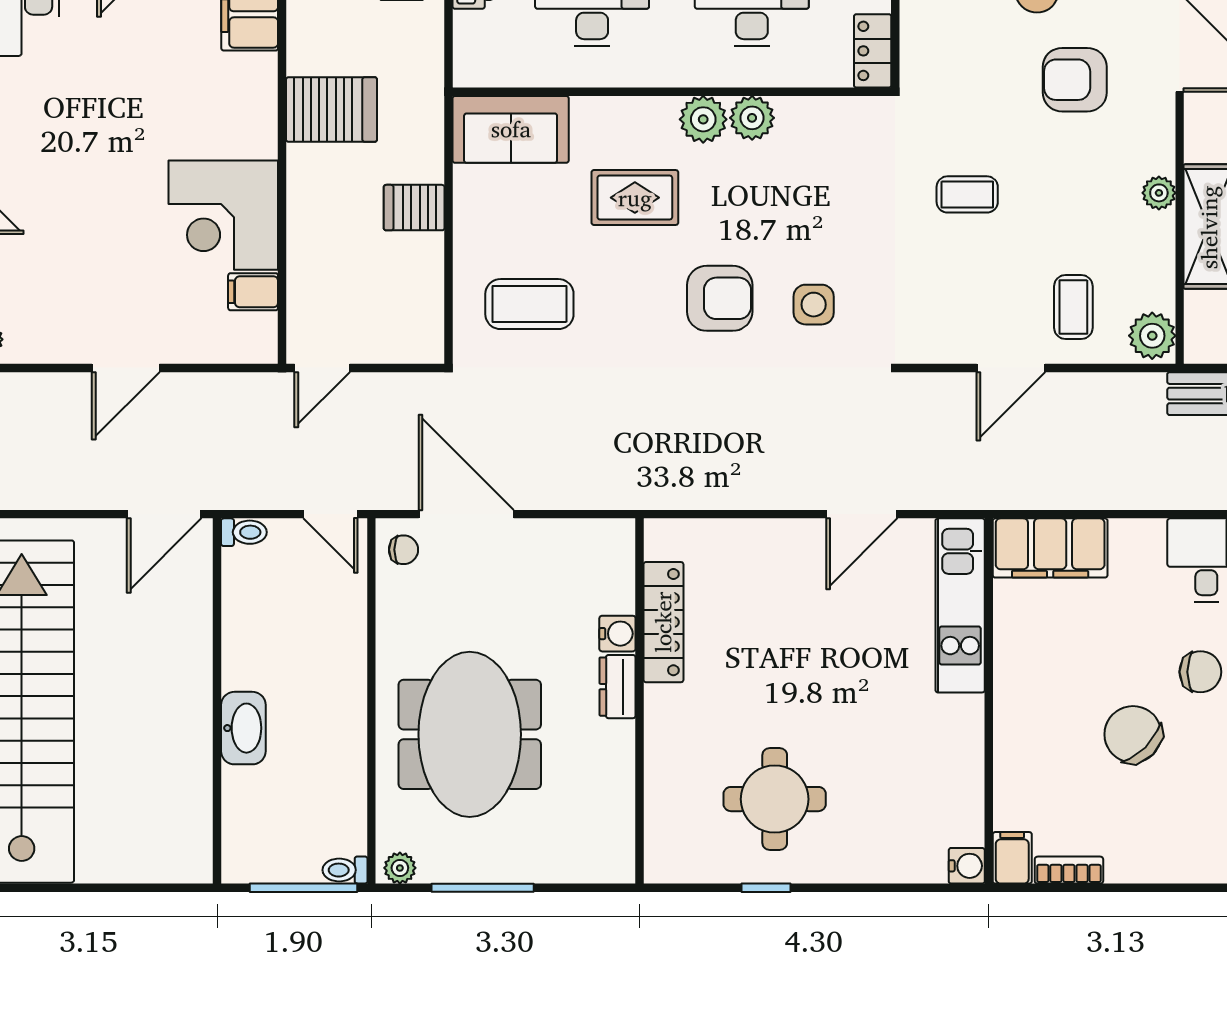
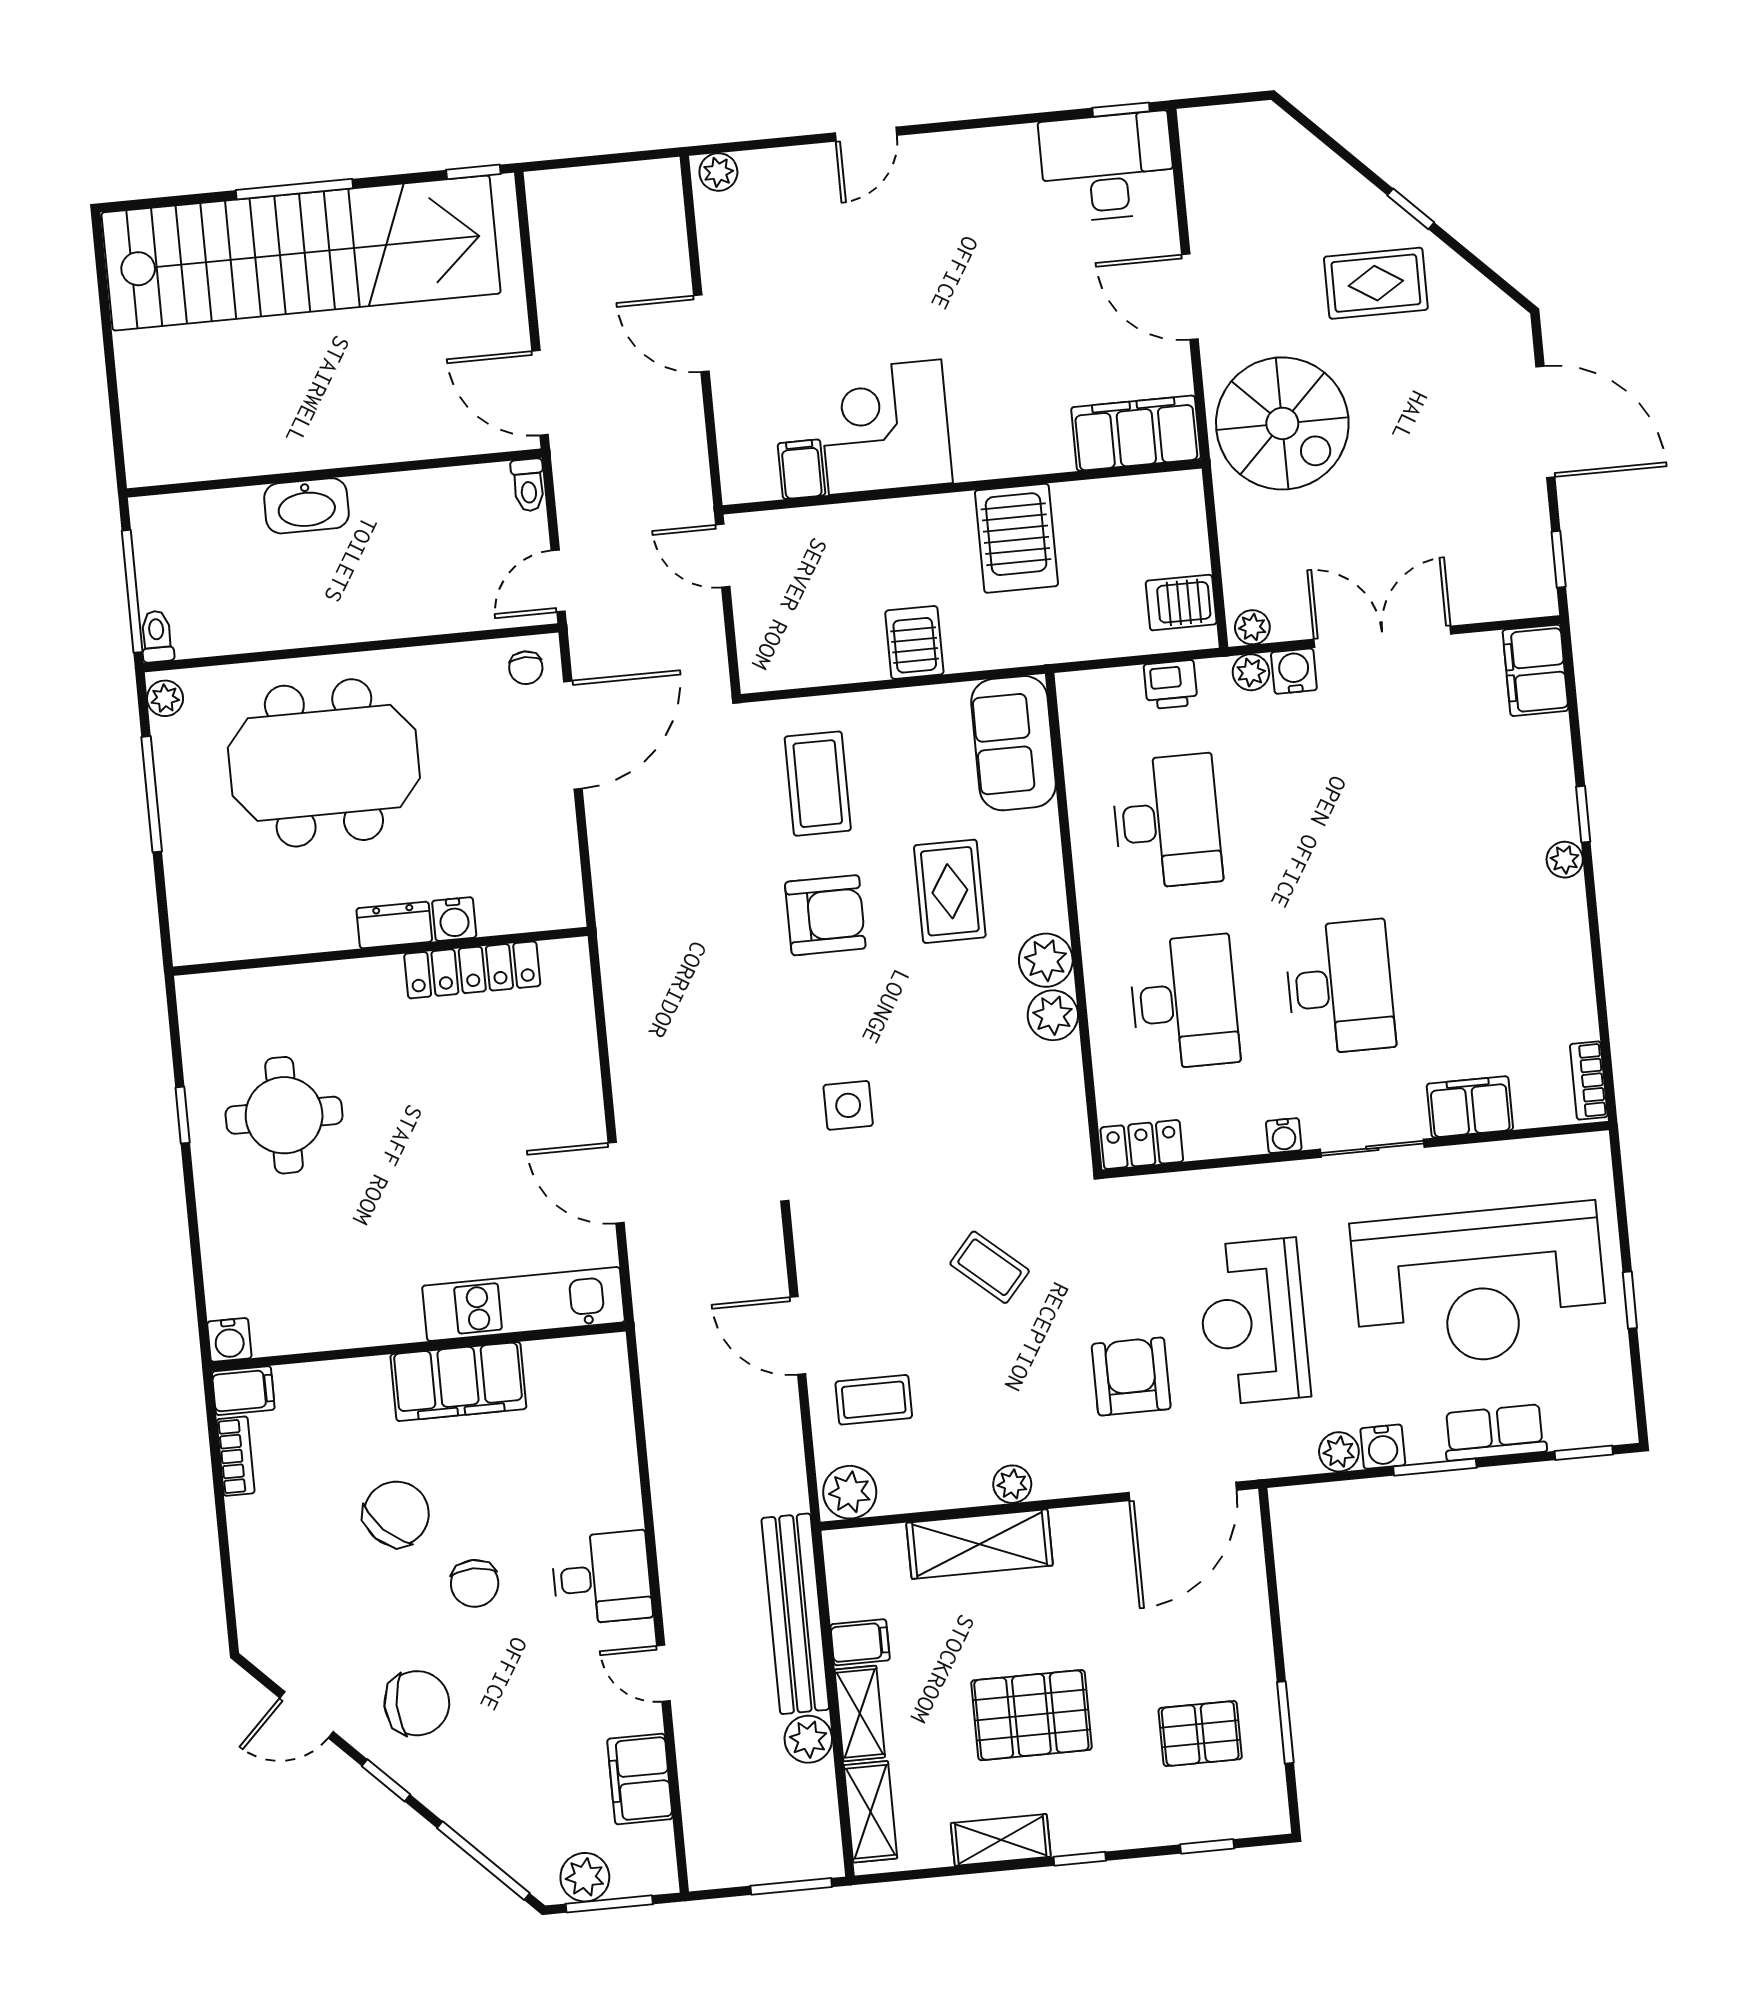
coffee table: (967, 194) -> (990, 1267), turned -49
armchair: (720, 298) -> (825, 915), moved, turned -90
filing cabinet: (1050, 548) -> (458, 1382), moved, turned -90

